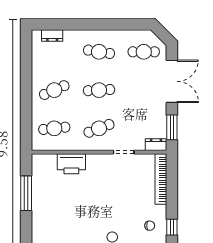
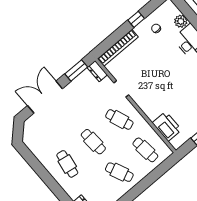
cafe table: (144, 52) -> (41, 133), removed
printer: (71, 164) -> (167, 126), moved
window: (172, 227) -> (136, 19), moved

